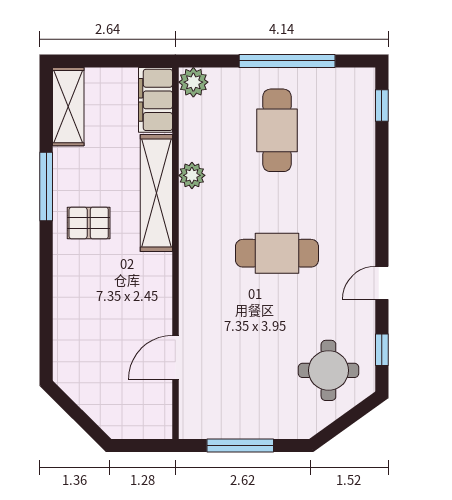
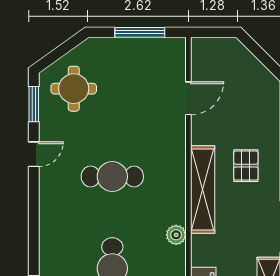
shelving: (156, 193) -> (203, 190), moved
pallet: (89, 223) -> (246, 166), moved, turned 90
window: (382, 350) -> (34, 104), width x1.50

